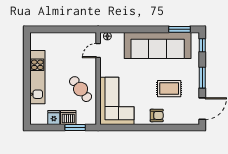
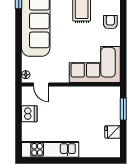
kitchen unit: (37, 77) -> (50, 149), moved
cafe table: (81, 89) -> (82, 103), removed
dishwasher: (68, 117) -> (29, 114), moved, turned 180

